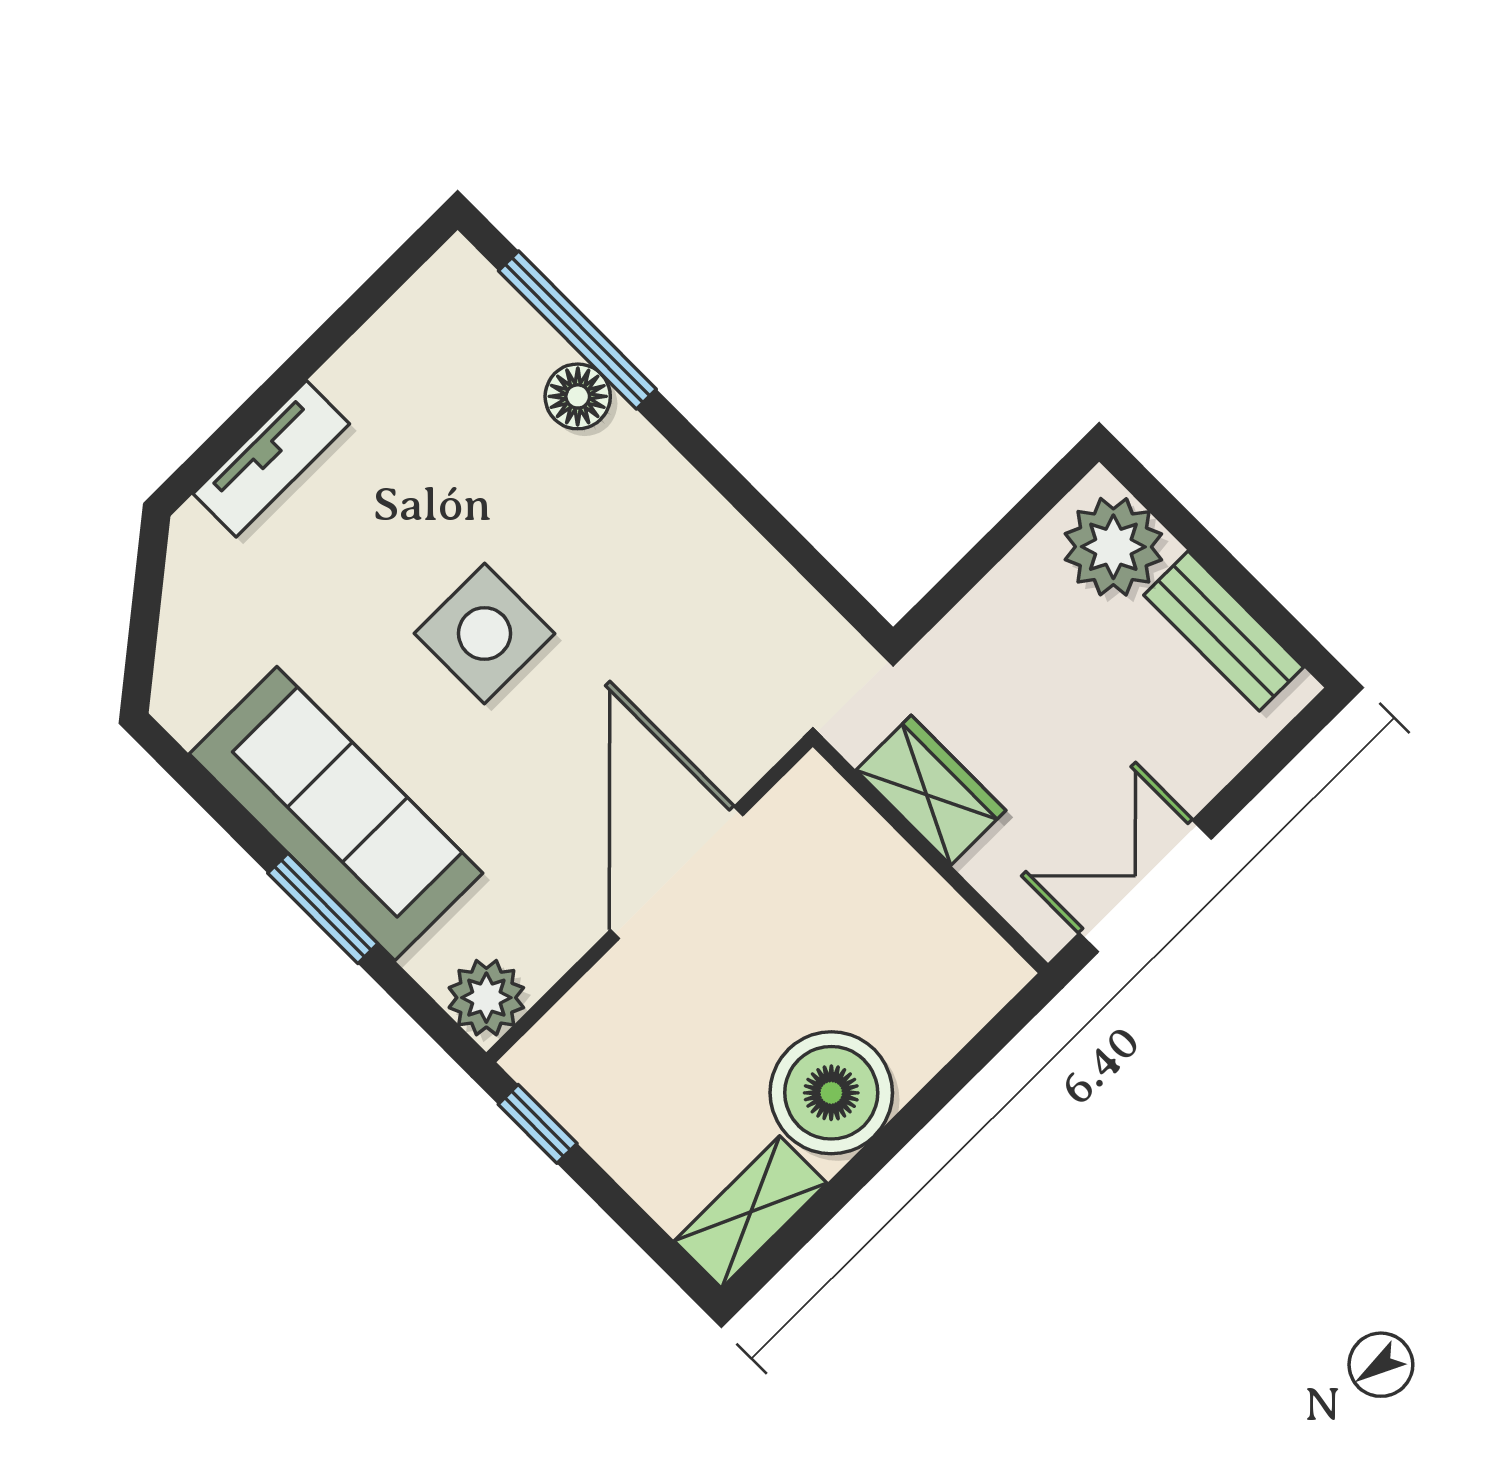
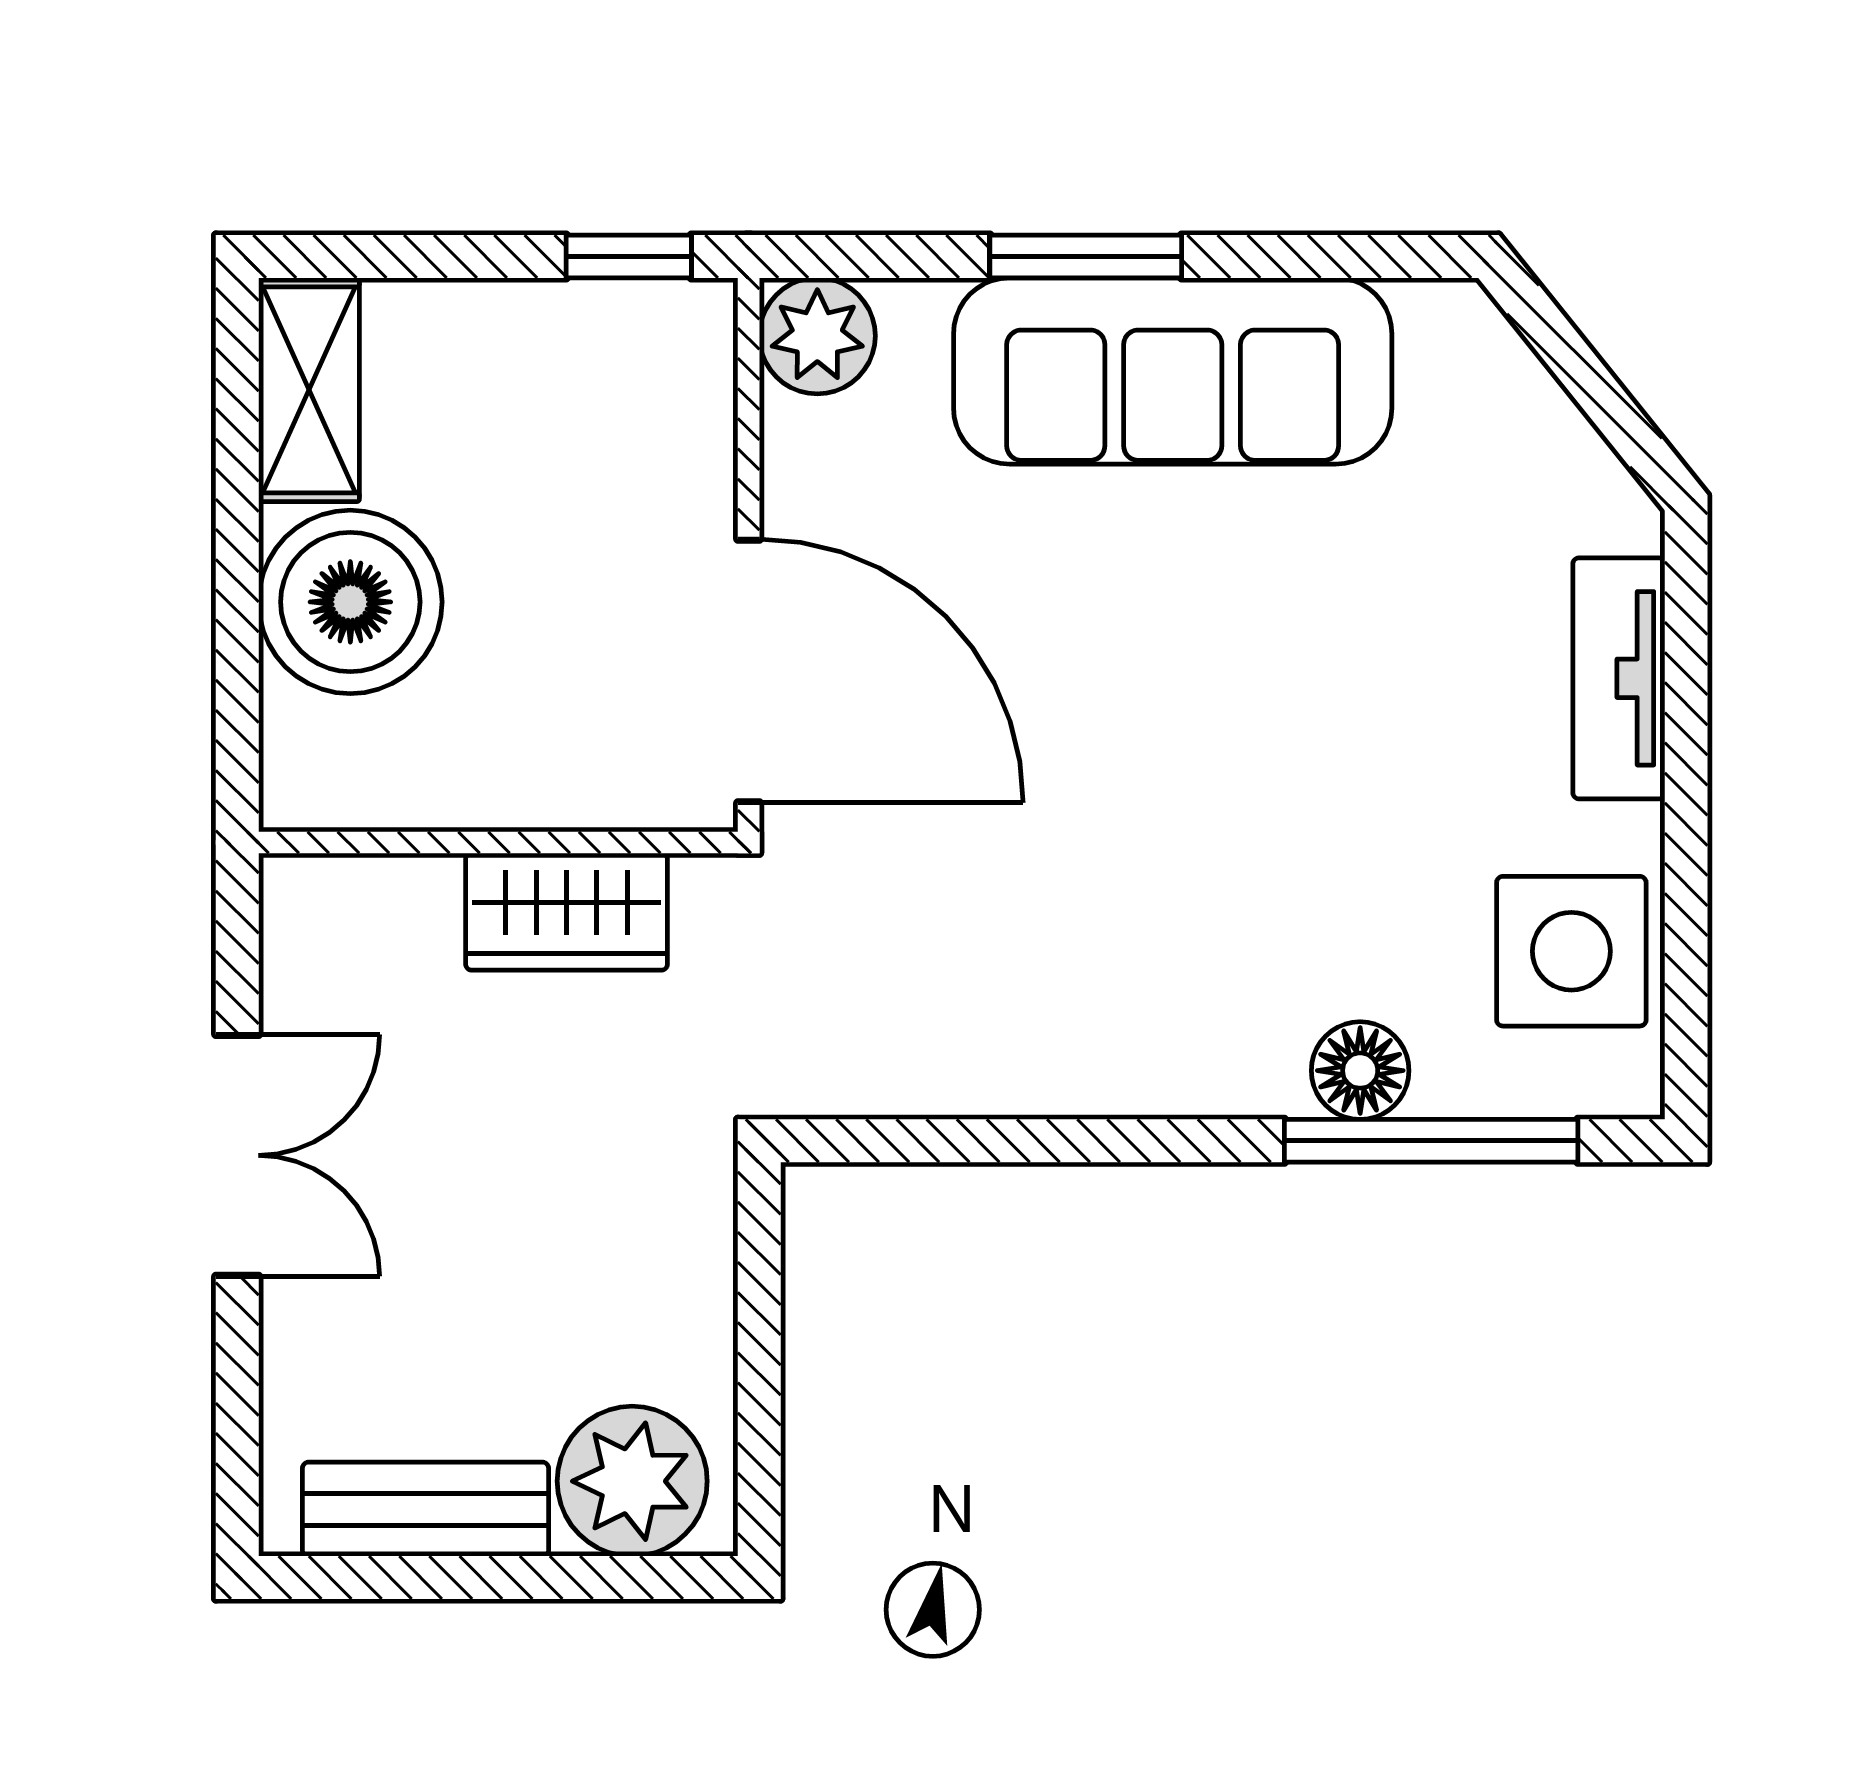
side table: (484, 633) -> (1571, 951), moved
wardrobe: (931, 790) -> (567, 912), moved
wall: (930, 855) -> (498, 842), moved

